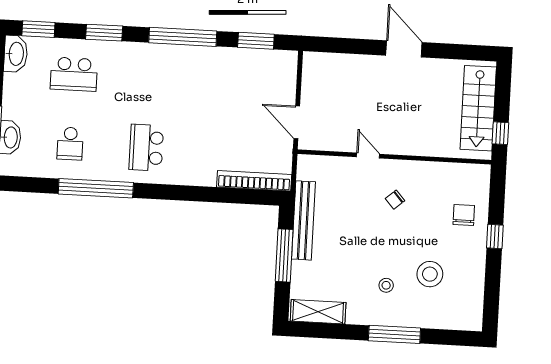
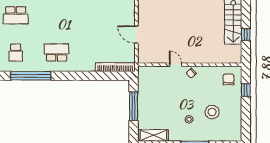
school desk: (146, 148) -> (56, 53), turned 90
door: (368, 156) -> (176, 65), moved
wall: (394, 157) -> (190, 65), moved
bench: (304, 220) -> (143, 87), removed

